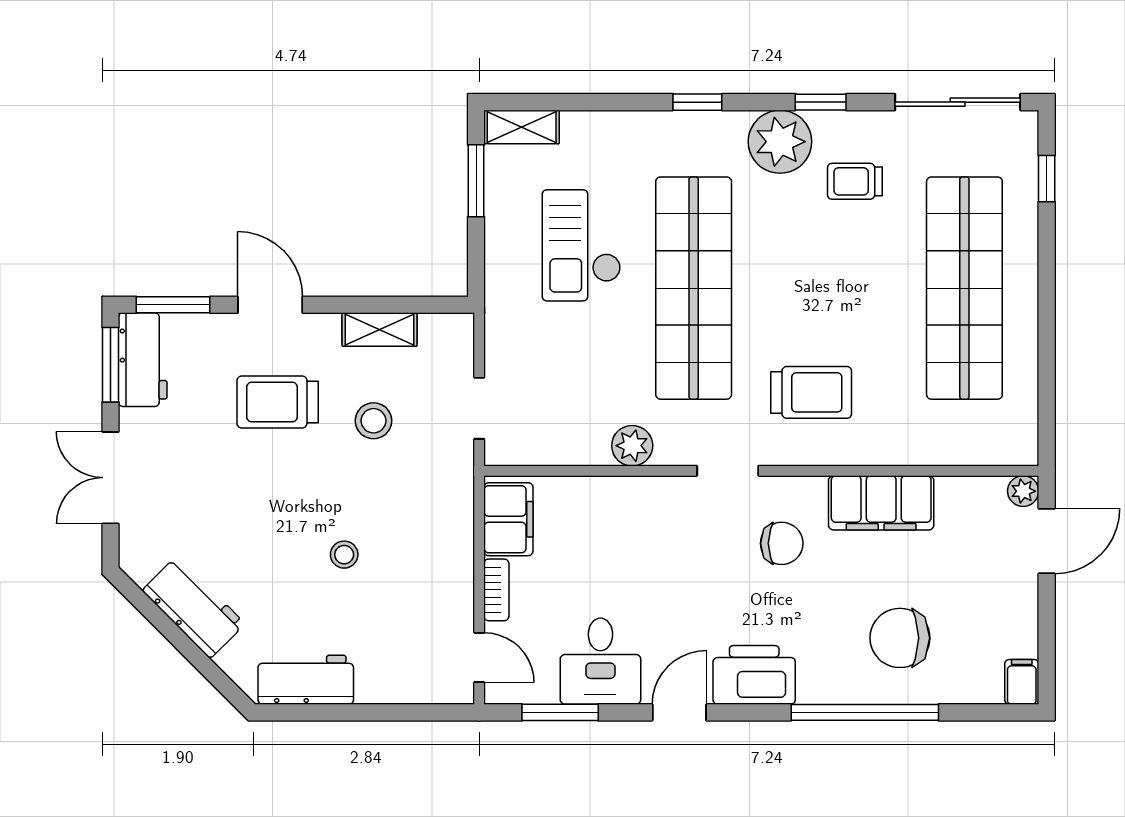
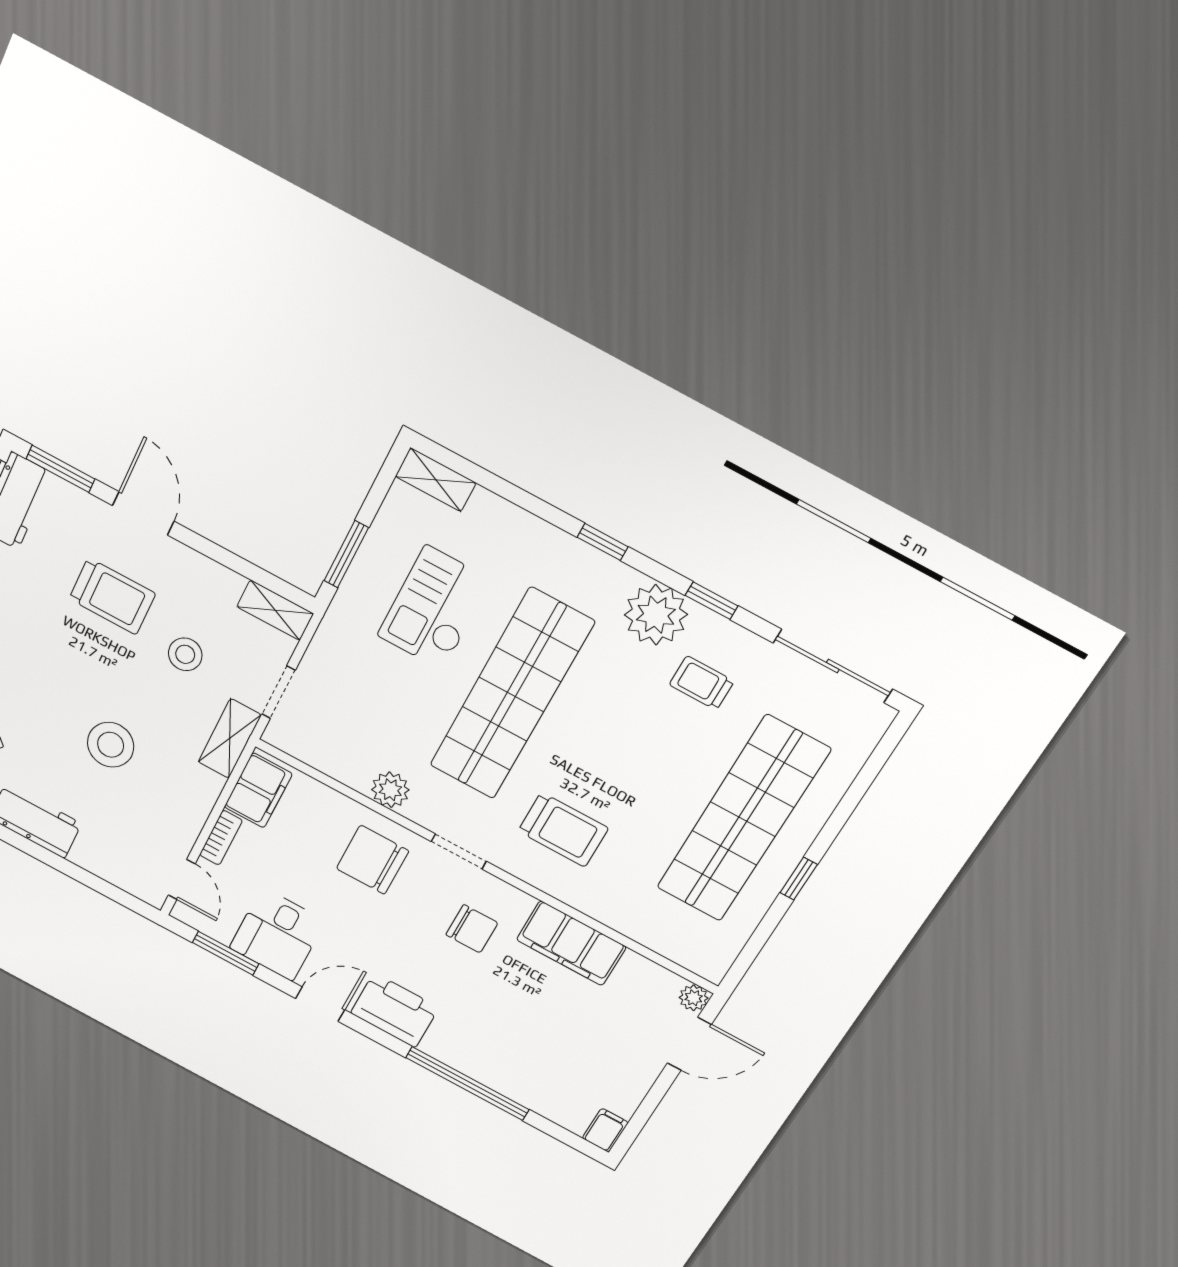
window: (1047, 179) -> (799, 879), moved
window: (476, 181) -> (346, 554), moved
shelving: (380, 330) -> (275, 610), moved
trolley: (278, 402) -> (112, 596), turned 180
shelving: (456, 482) -> (230, 739), added
stool: (344, 555) -> (111, 745), width x1.89, depth x1.89
chair: (900, 638) -> (373, 860), moved

